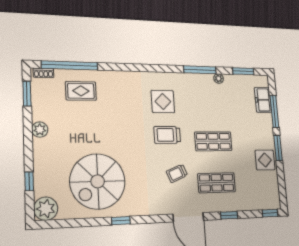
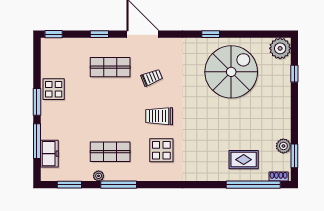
plant: (40, 130) -> (283, 146), moved
trolley: (167, 135) -> (159, 116), turned 180
shop shelf: (213, 141) -> (110, 152), moved

